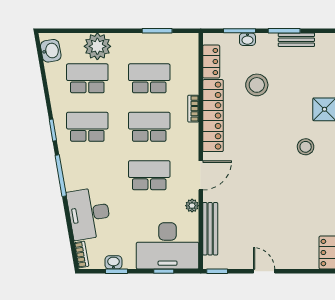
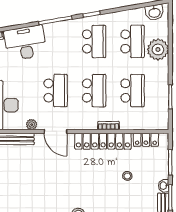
washbasin: (247, 39) -> (164, 186), moved
stool: (257, 85) -> (127, 176), width x0.53, depth x0.53

